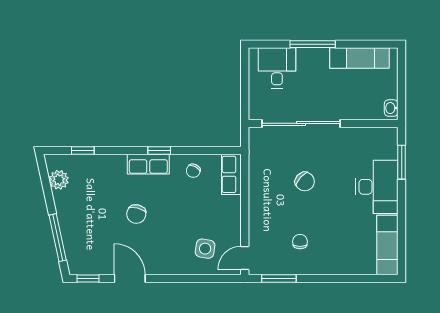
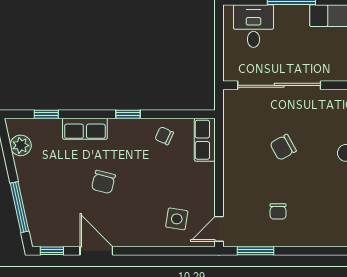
row of seats: (148, 164) -> (85, 129), moved
chair: (193, 171) -> (164, 136), turned 87
chair: (305, 181) -> (283, 147), turned 109
chair: (300, 242) -> (278, 211), turned 180

